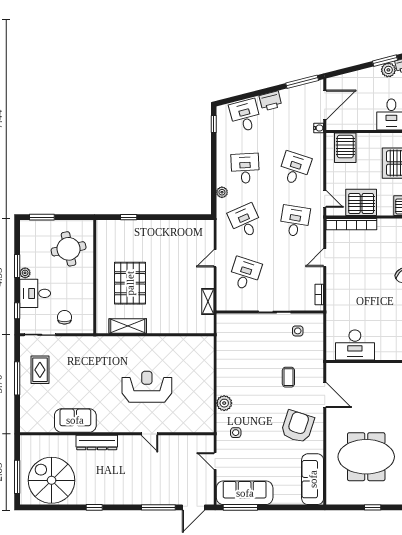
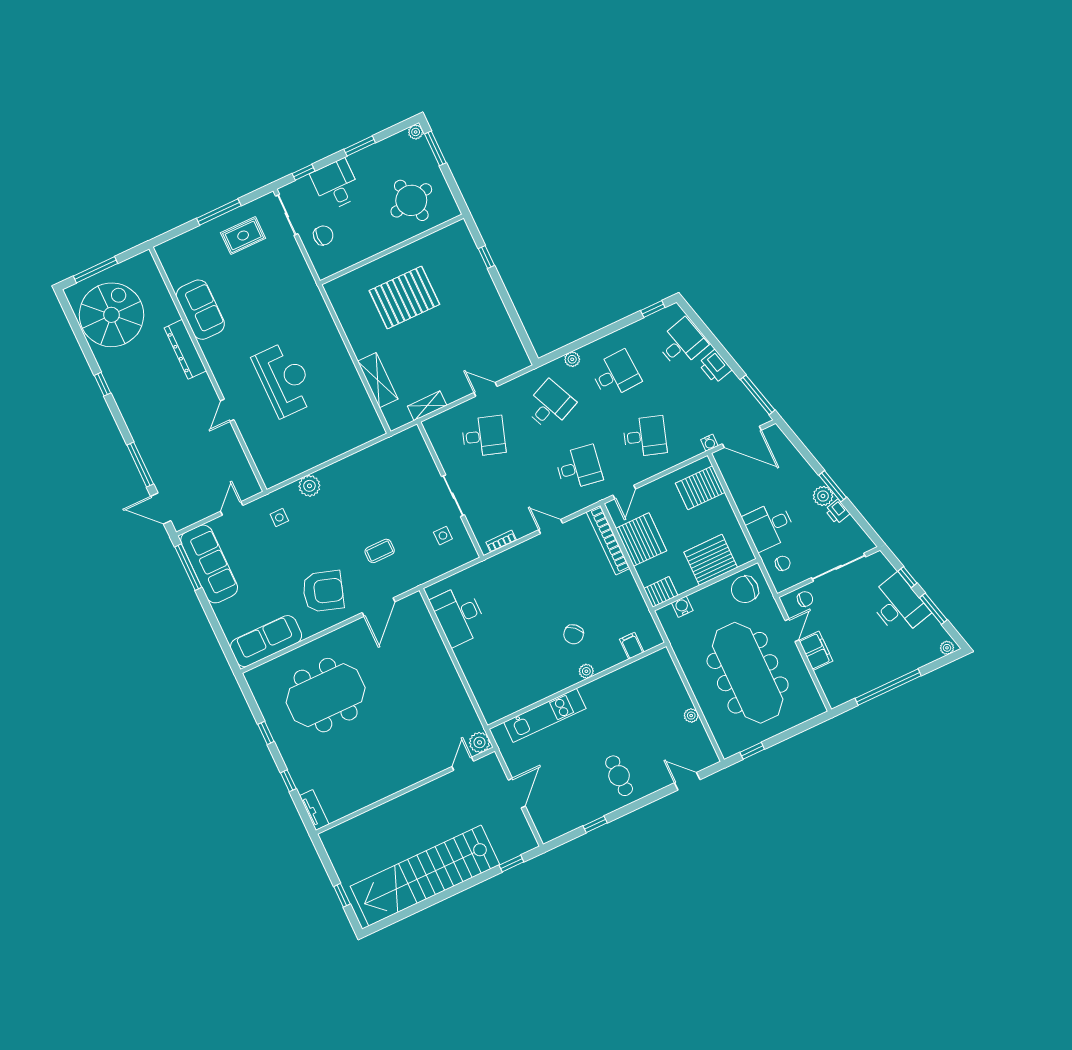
plant: (25, 273) -> (416, 132), moved
shelving: (128, 326) -> (378, 380), moved
meeting table: (366, 457) -> (326, 695), turned 90

